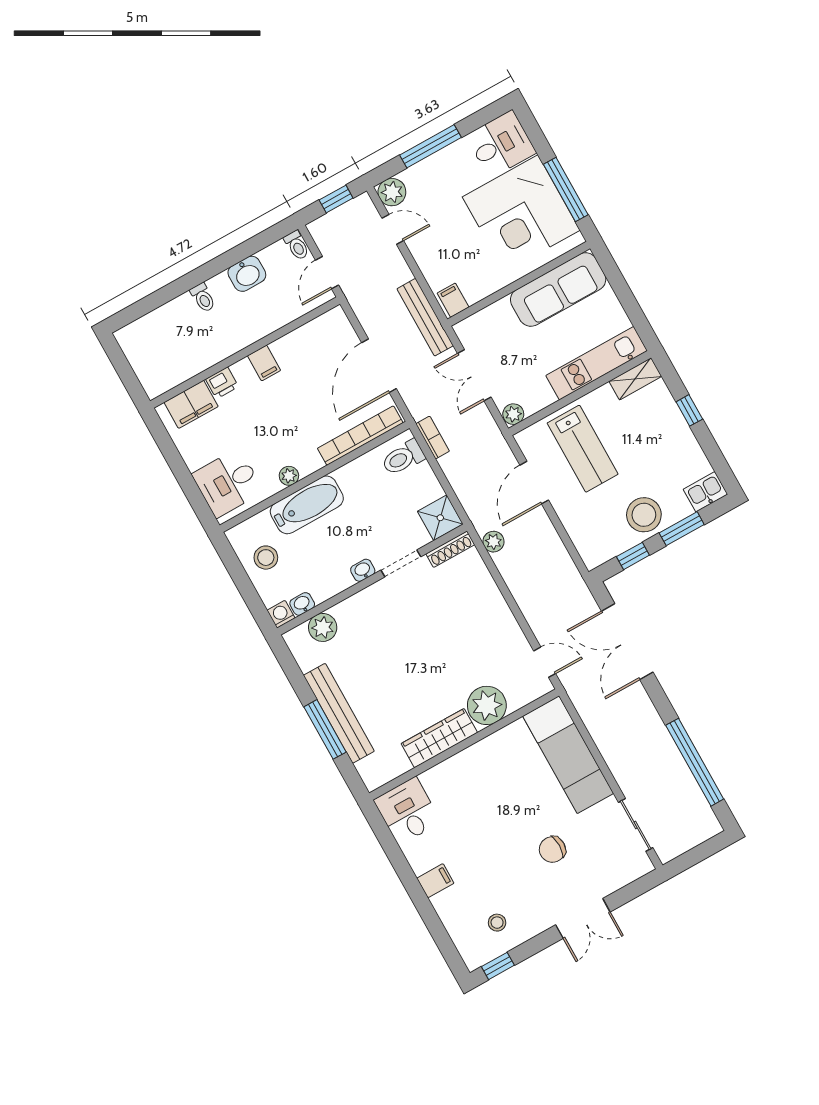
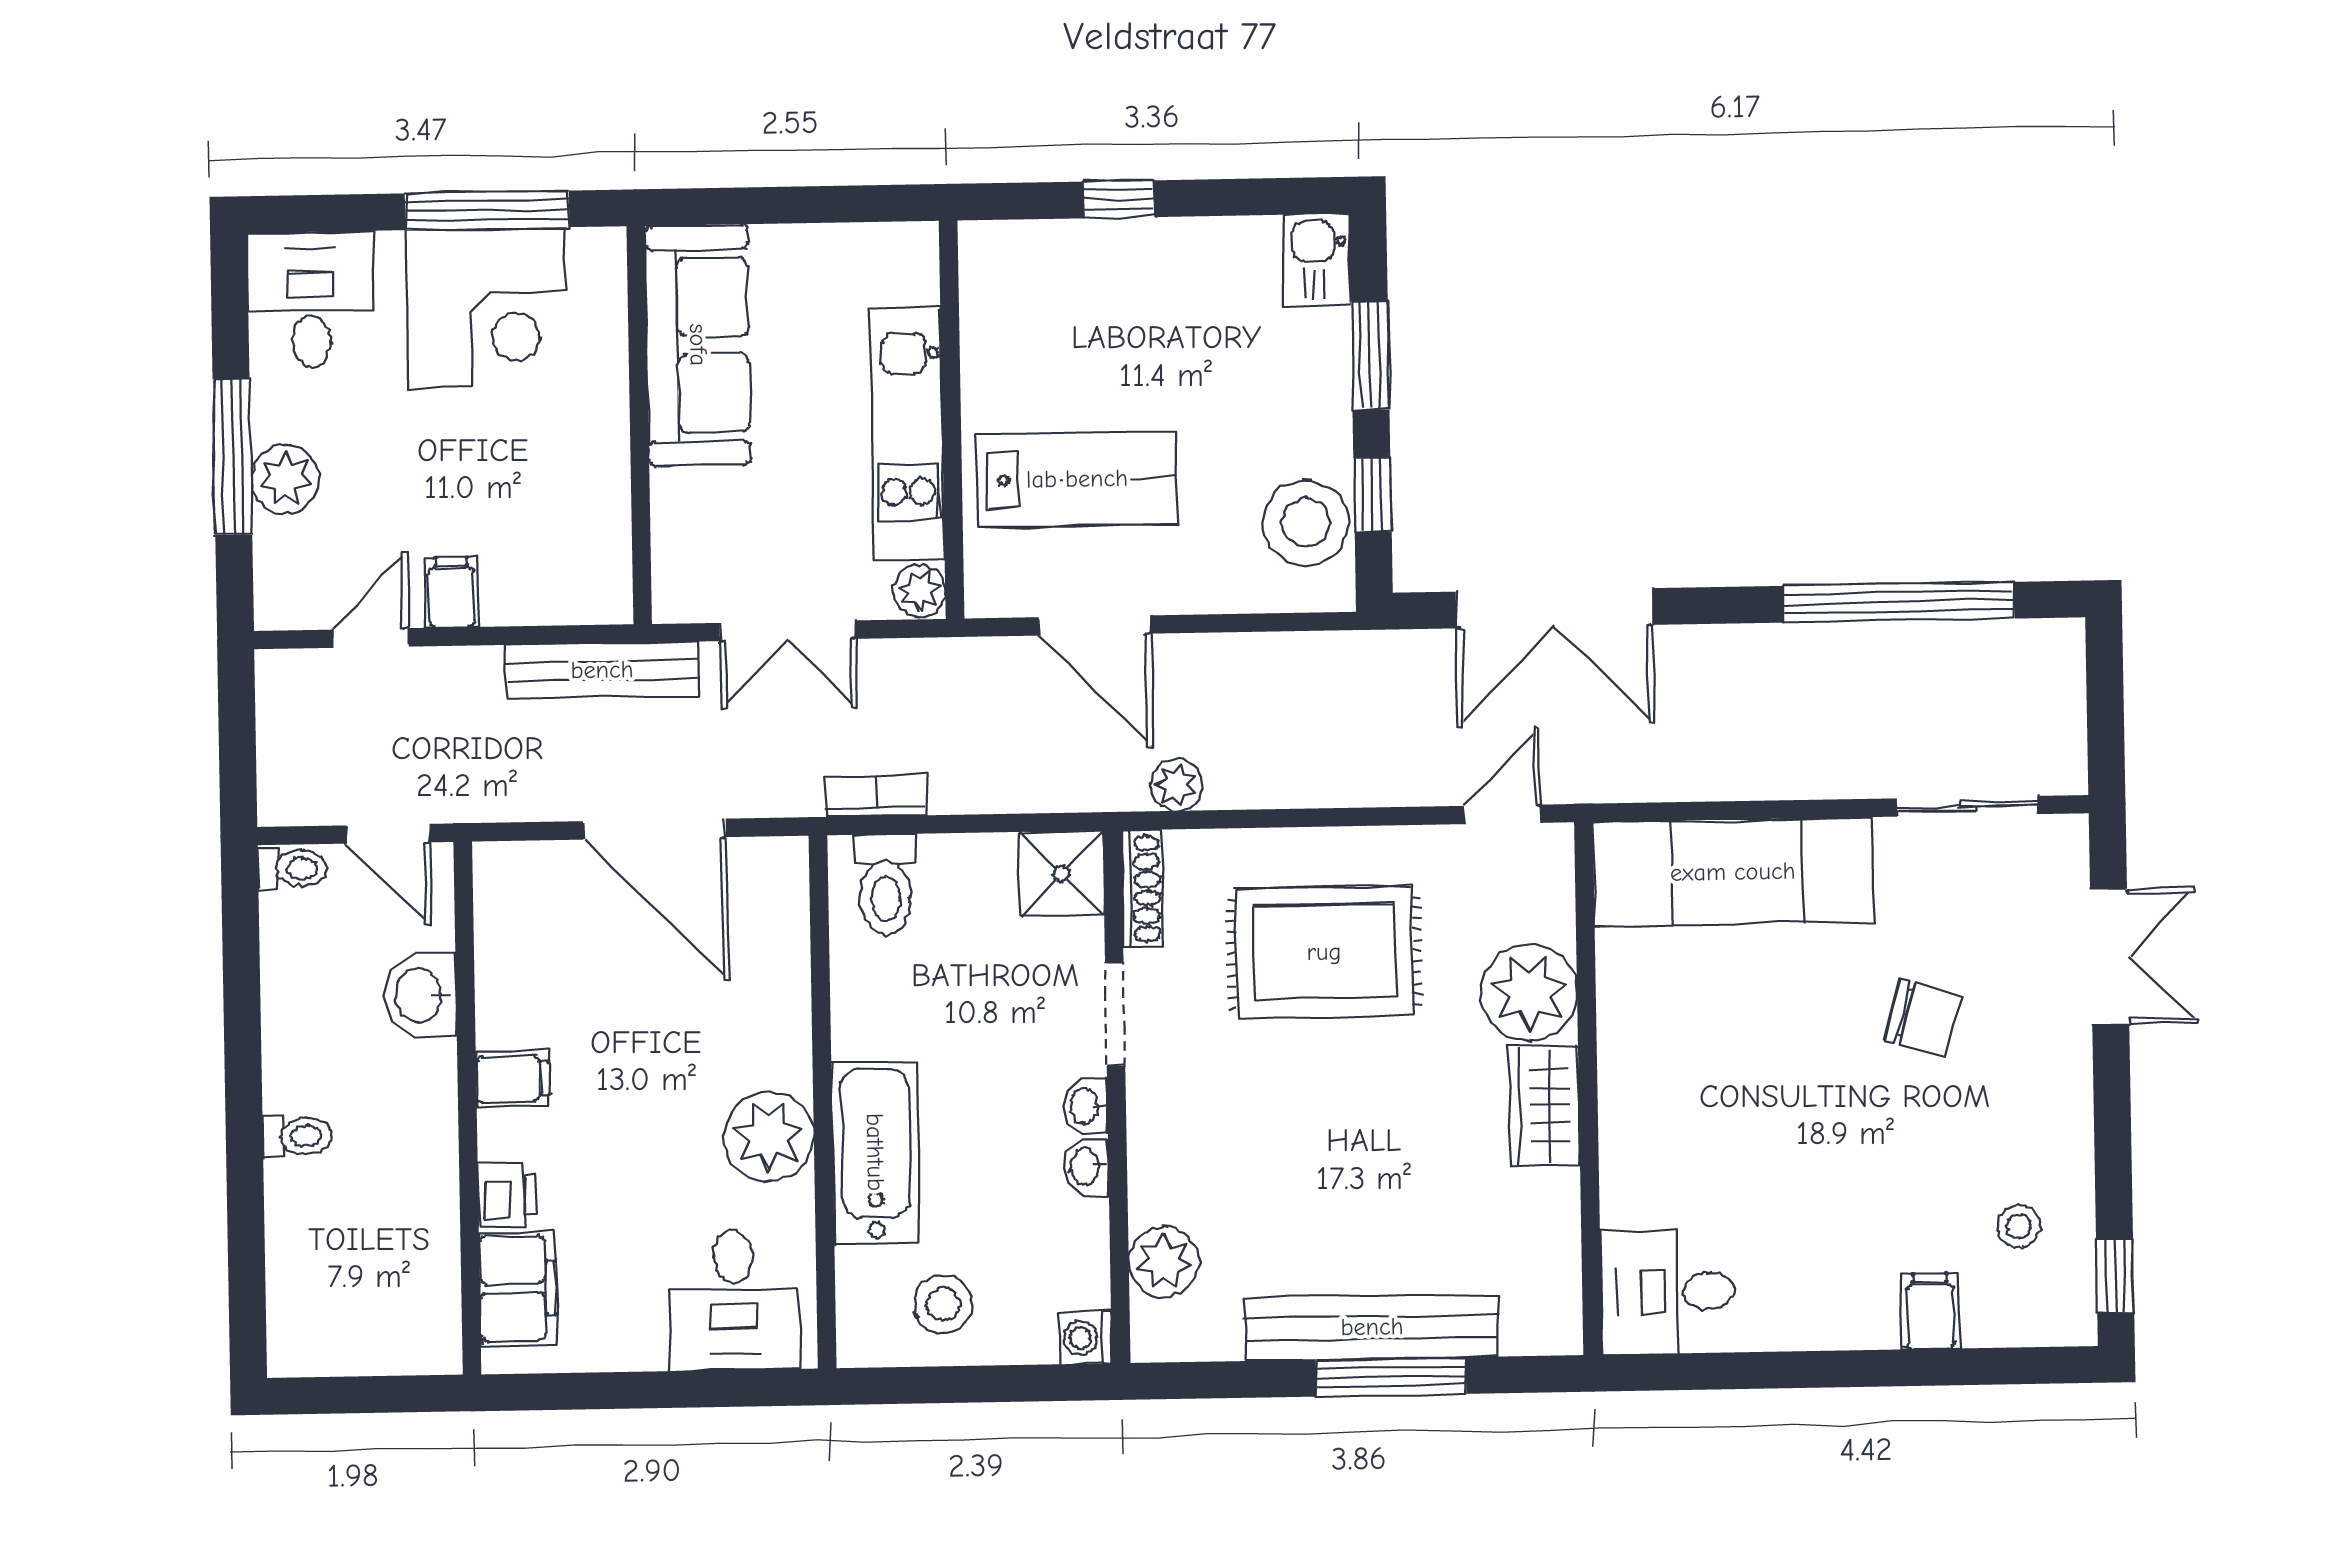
plant: (392, 192) -> (286, 479), moved
window: (336, 199) -> (237, 727), removed
corner desk: (521, 214) -> (487, 308), width x0.74, depth x0.74
washbasin: (247, 274) -> (420, 995), moved, turned 180
filing cabinet: (453, 300) -> (452, 592), moved, turned 90
kitchen unit: (597, 363) -> (907, 434), moved
shelving: (635, 379) -> (986, 281), removed
bookcase: (360, 436) -> (786, 953), removed
plant: (289, 476) -> (769, 1137), width x1.88, depth x1.88
stool: (644, 515) -> (1306, 522), moved
washbasin: (302, 604) -> (1086, 1166), moved
rug: (462, 626) -> (1324, 952), added
wardrobe: (439, 738) -> (1544, 1106), width x0.67
chair: (552, 849) -> (1923, 1018), turned -74
filing cabinet: (435, 881) -> (1930, 1311), moved
double door: (583, 918) -> (2110, 957), moved

